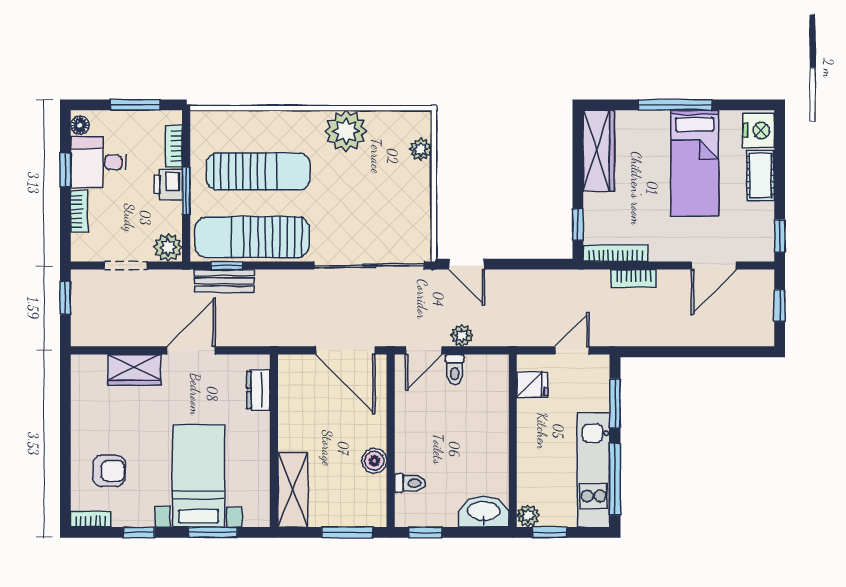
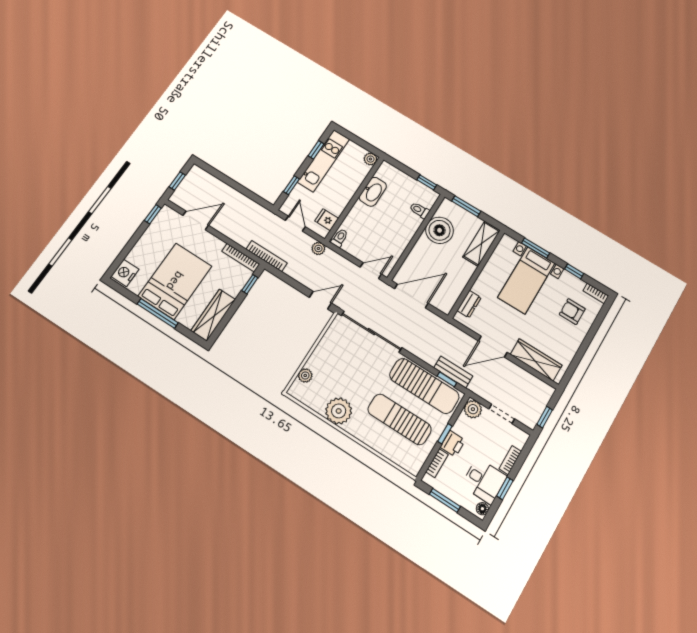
bed: (695, 163) -> (175, 281), width x1.50
cot: (760, 175) -> (141, 250), removed
window: (186, 191) -> (445, 434), width x0.67
door: (467, 264) -> (320, 300), hinge flipped
bookcase: (633, 278) -> (267, 256), moved, width x1.56
plant: (462, 335) -> (318, 248), moved
door: (345, 350) -> (411, 296), hinge flipped
door: (572, 350) -> (295, 224), swing flipped
wardrobe: (134, 370) -> (536, 360), width x1.50
toilet: (455, 370) -> (340, 238), moved
window: (615, 403) -> (291, 185), width x0.67
boiler: (374, 461) -> (440, 230), width x1.86, depth x1.86
window: (615, 479) -> (316, 150), width x0.46
washbasin: (484, 512) -> (373, 192), moved, turned -90
window: (550, 532) -> (365, 145), removed

